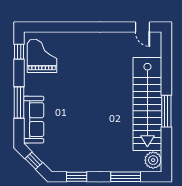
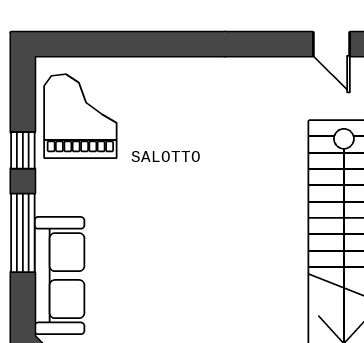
window: (19, 52) -> (23, 150), moved

